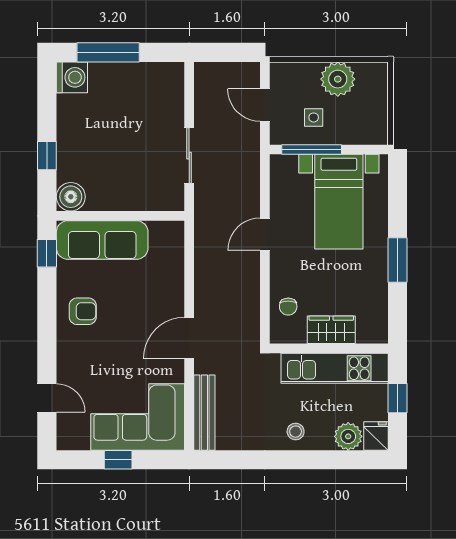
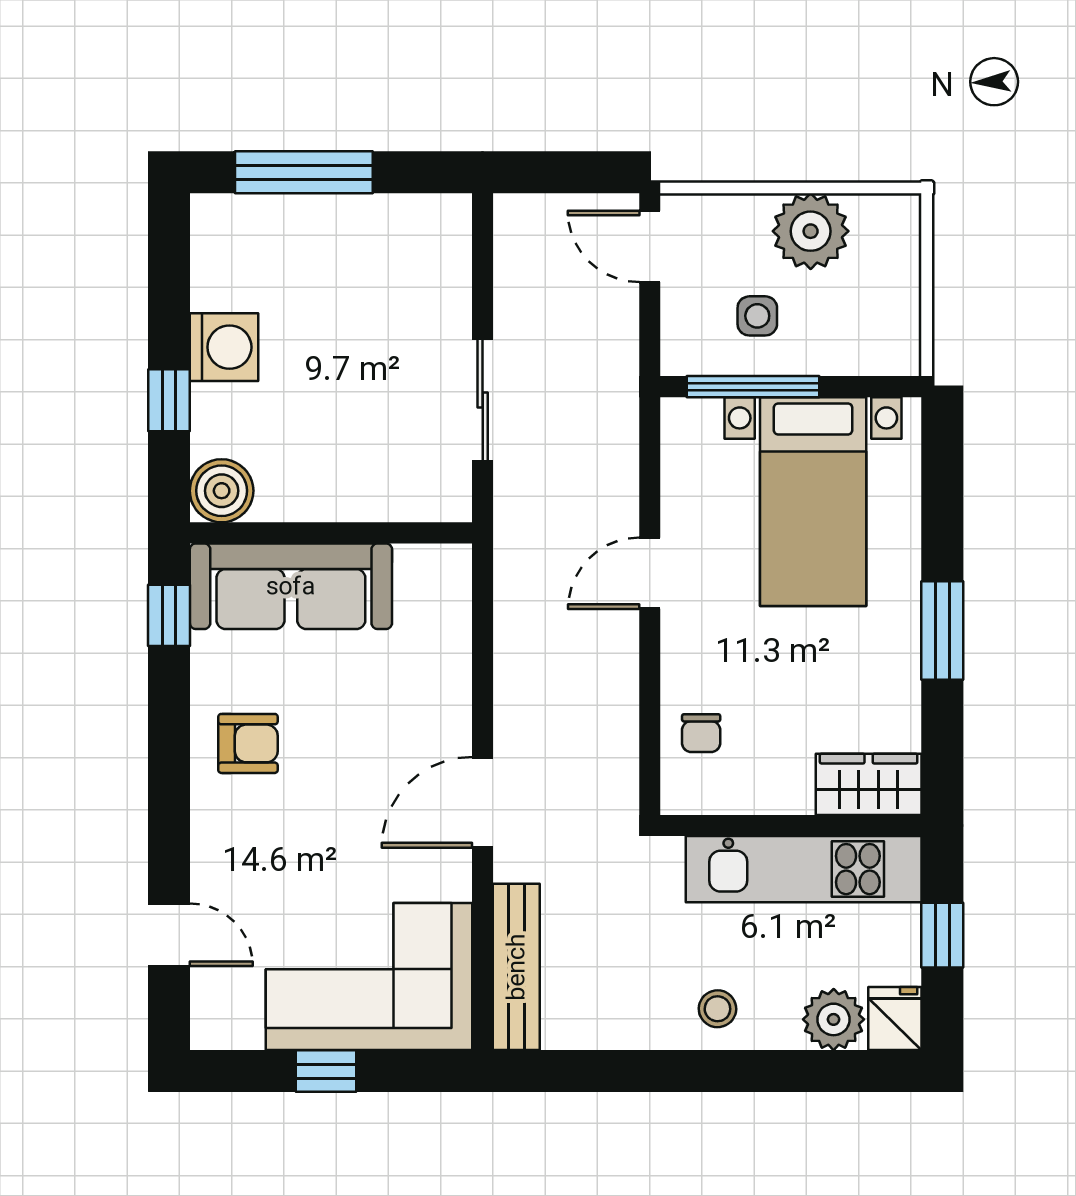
washing machine: (72, 77) -> (224, 347), moved
door: (265, 105) -> (650, 246), moved
wardrobe: (331, 330) -> (869, 784), moved

